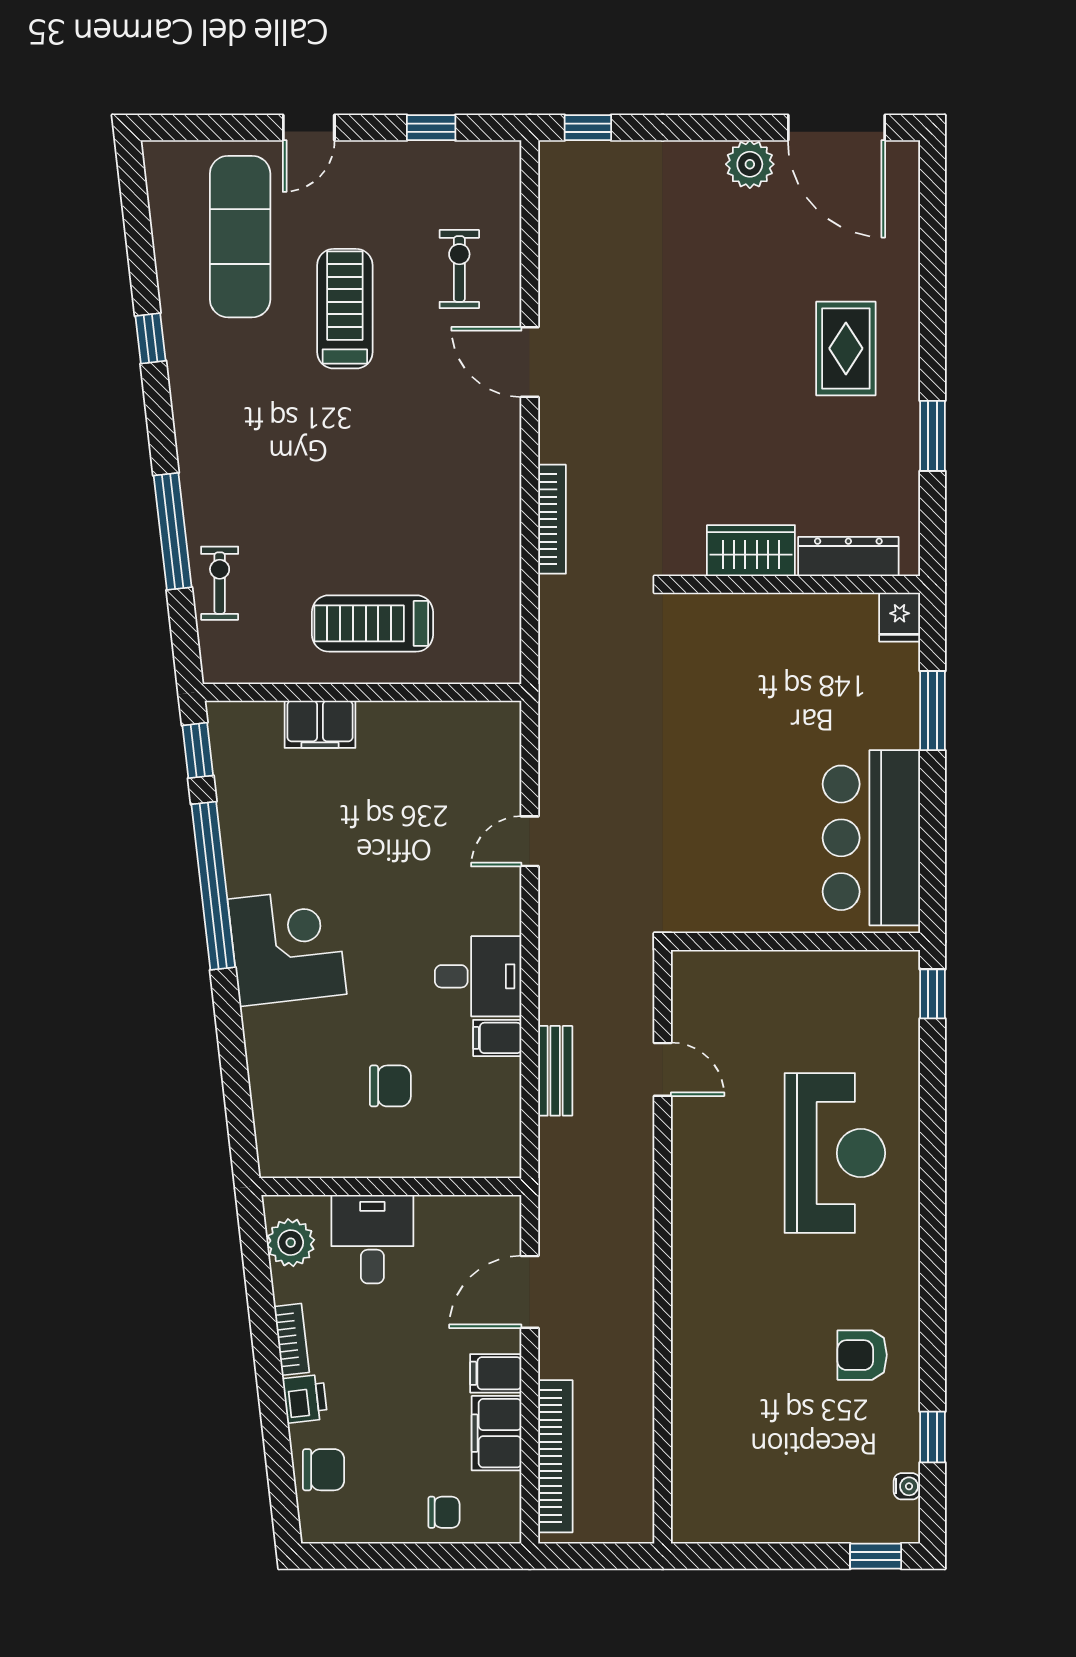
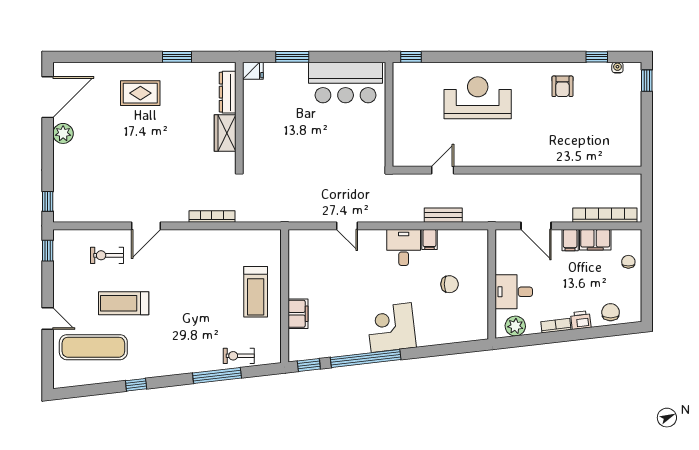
window: (431, 128) -> (48, 251), moved
chair: (390, 1086) -> (450, 284), turned 90

